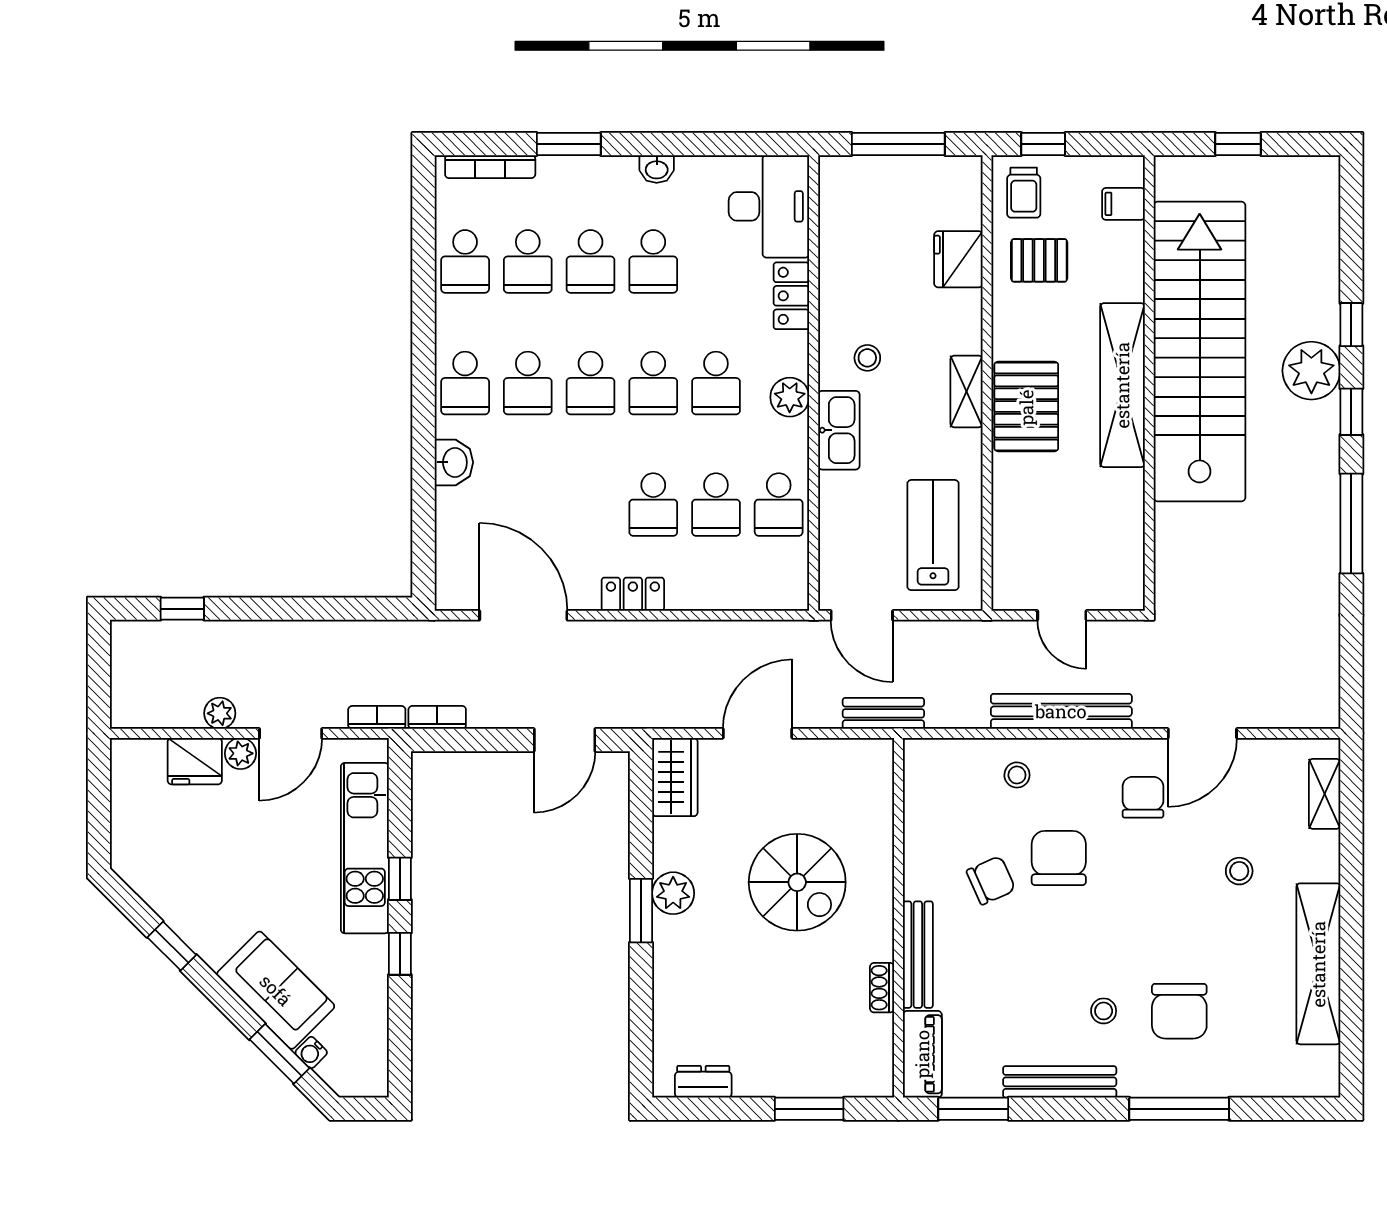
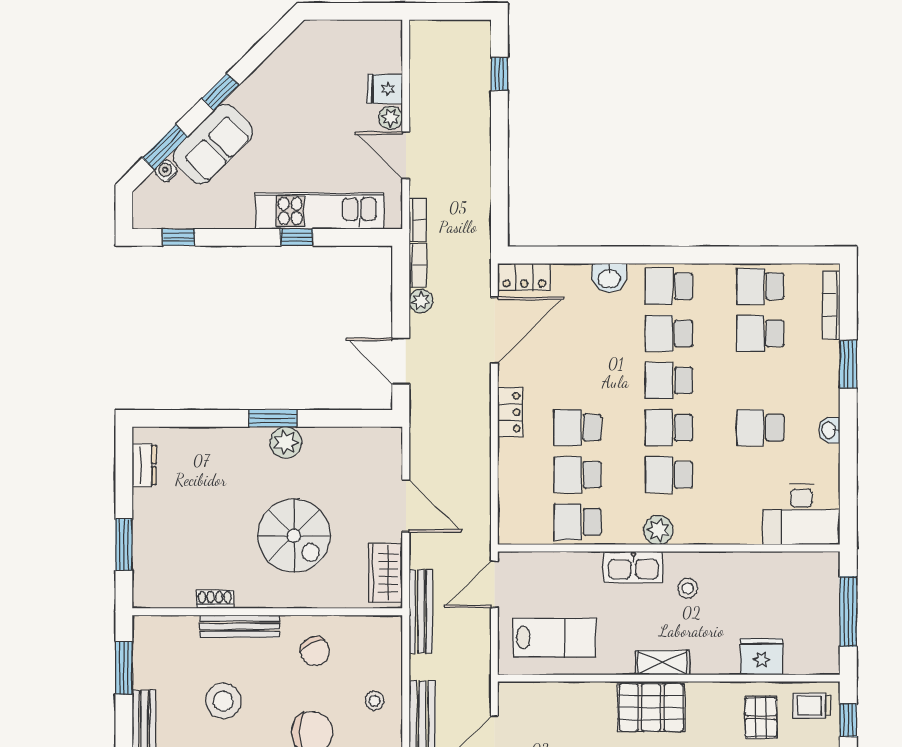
school desk: (591, 261) -> (760, 380), removed
locker: (791, 296) -> (524, 277), moved, turned 180
plant: (220, 713) -> (421, 301), moved
bench: (883, 713) -> (421, 611), width x1.36
fridge: (195, 761) -> (385, 89), width x0.72
wardrobe: (675, 777) -> (385, 573), moved, turned 90
chair: (991, 880) -> (315, 651), moved
spiral stairs: (797, 882) -> (294, 536), turned -90
window: (172, 946) -> (220, 92), moved
window: (400, 954) -> (179, 237), moved
stool: (1017, 977) -> (223, 701), added
piano: (922, 1054) -> (165, 630), removed

